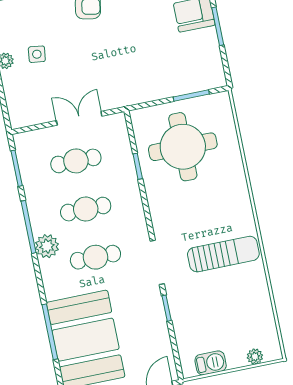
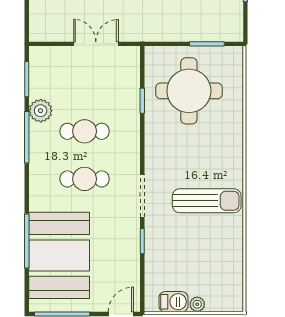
cafe table: (76, 161) -> (85, 84), removed
plant: (47, 246) -> (41, 111), moved
plant: (255, 357) -> (197, 304), moved

